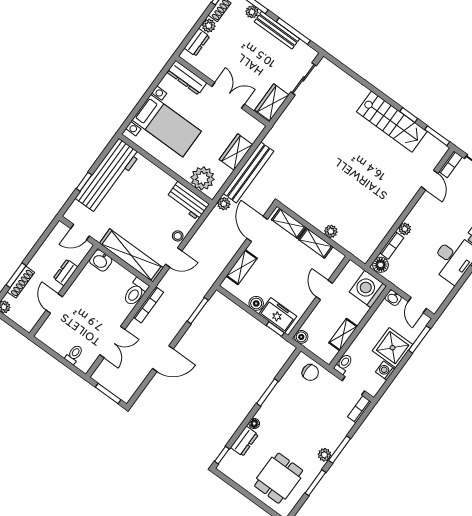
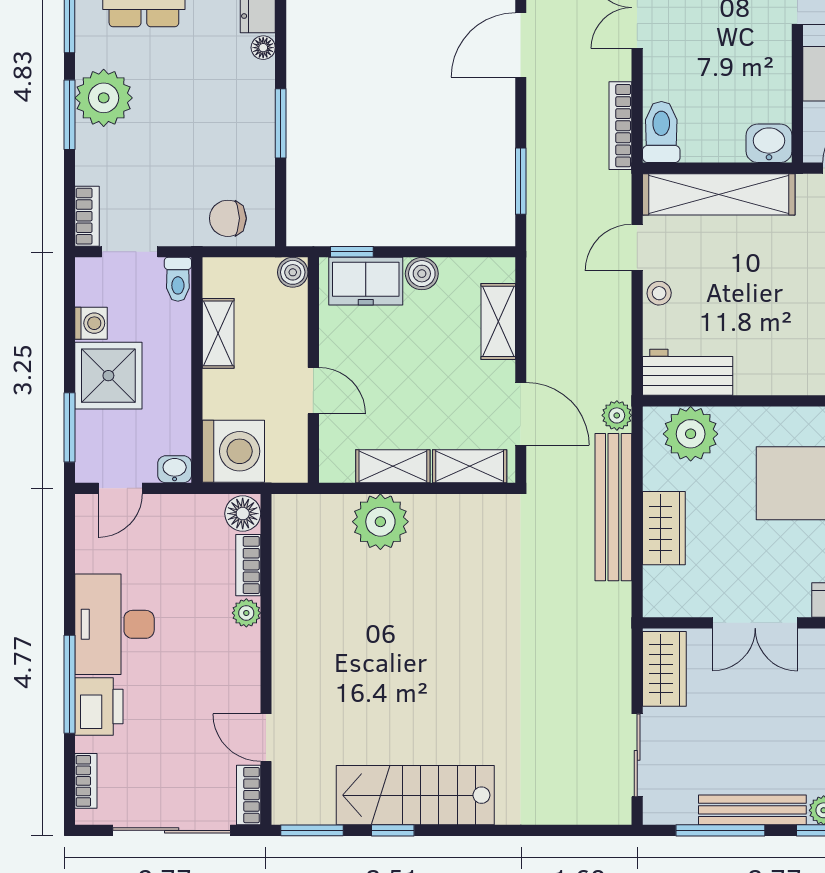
plant: (331, 231) -> (380, 522), width x1.88, depth x1.88
door: (417, 305) -> (120, 488), swing flipped
plant: (324, 455) -> (104, 98), width x1.88, depth x1.88

